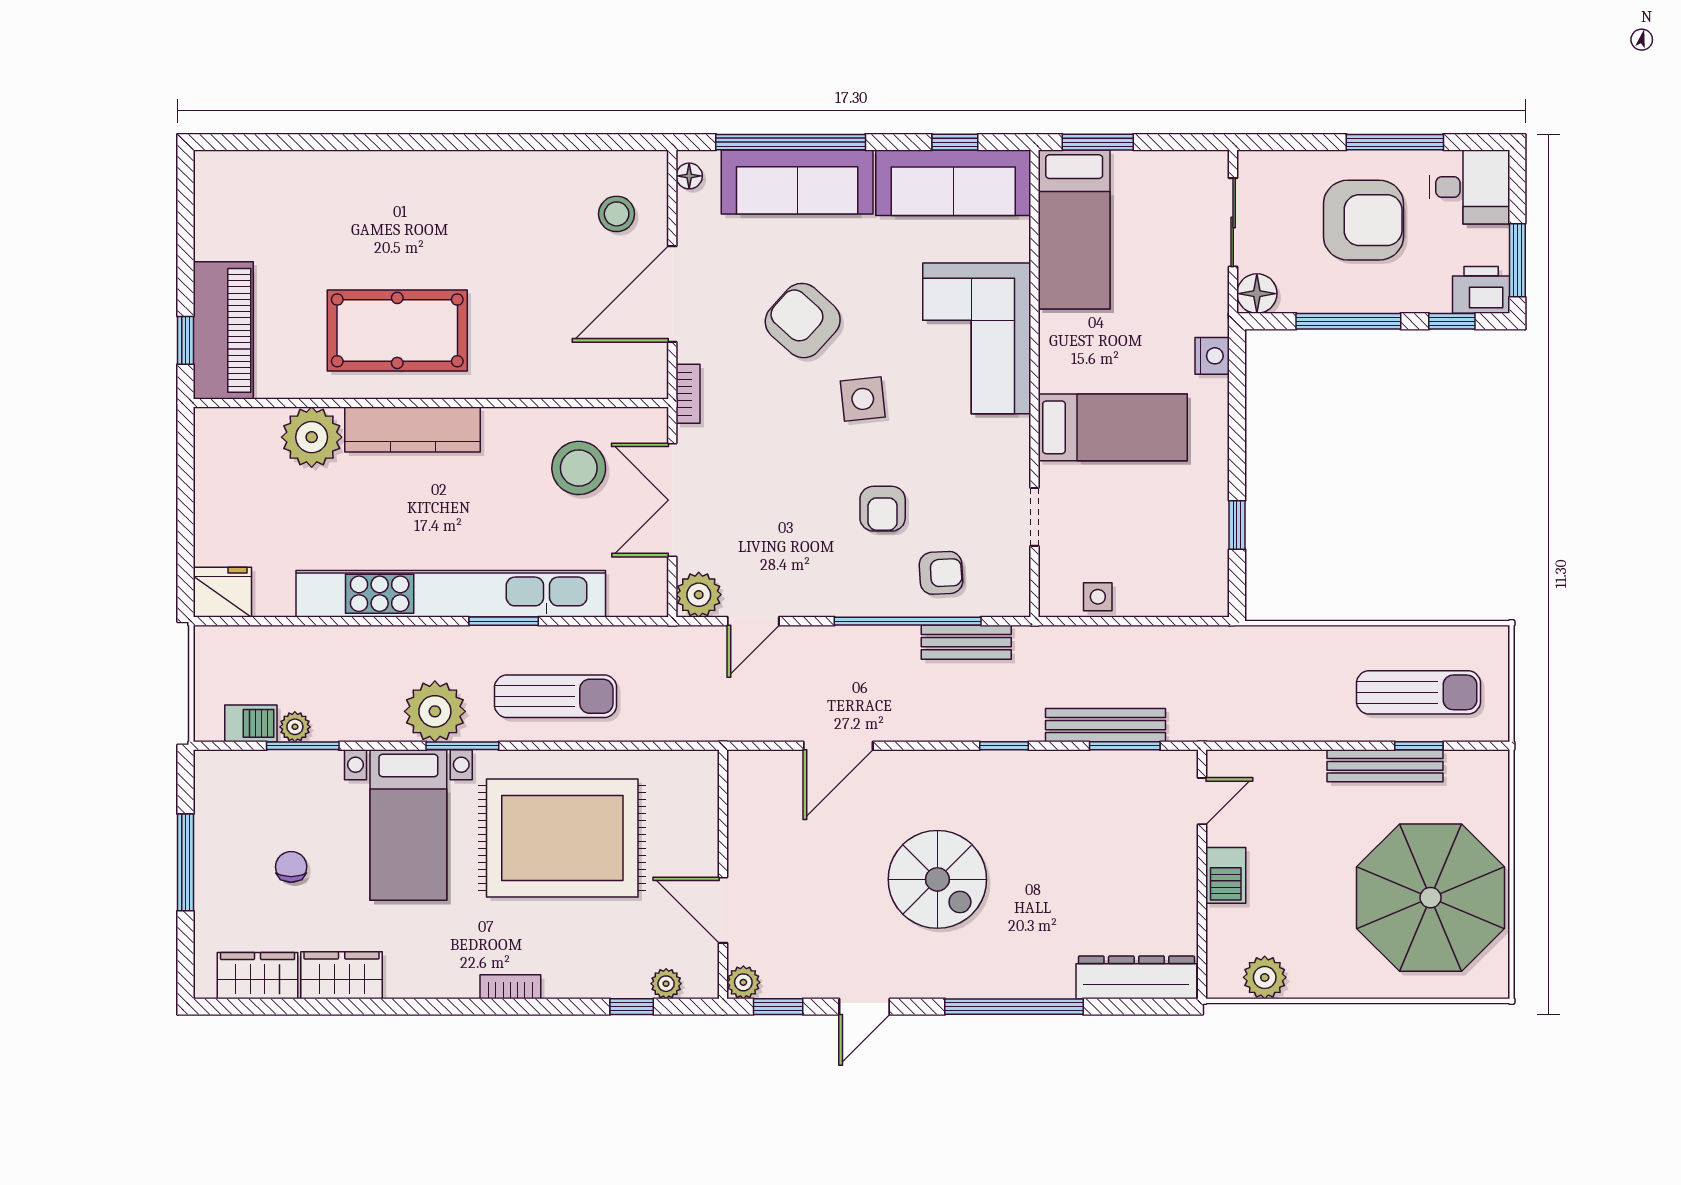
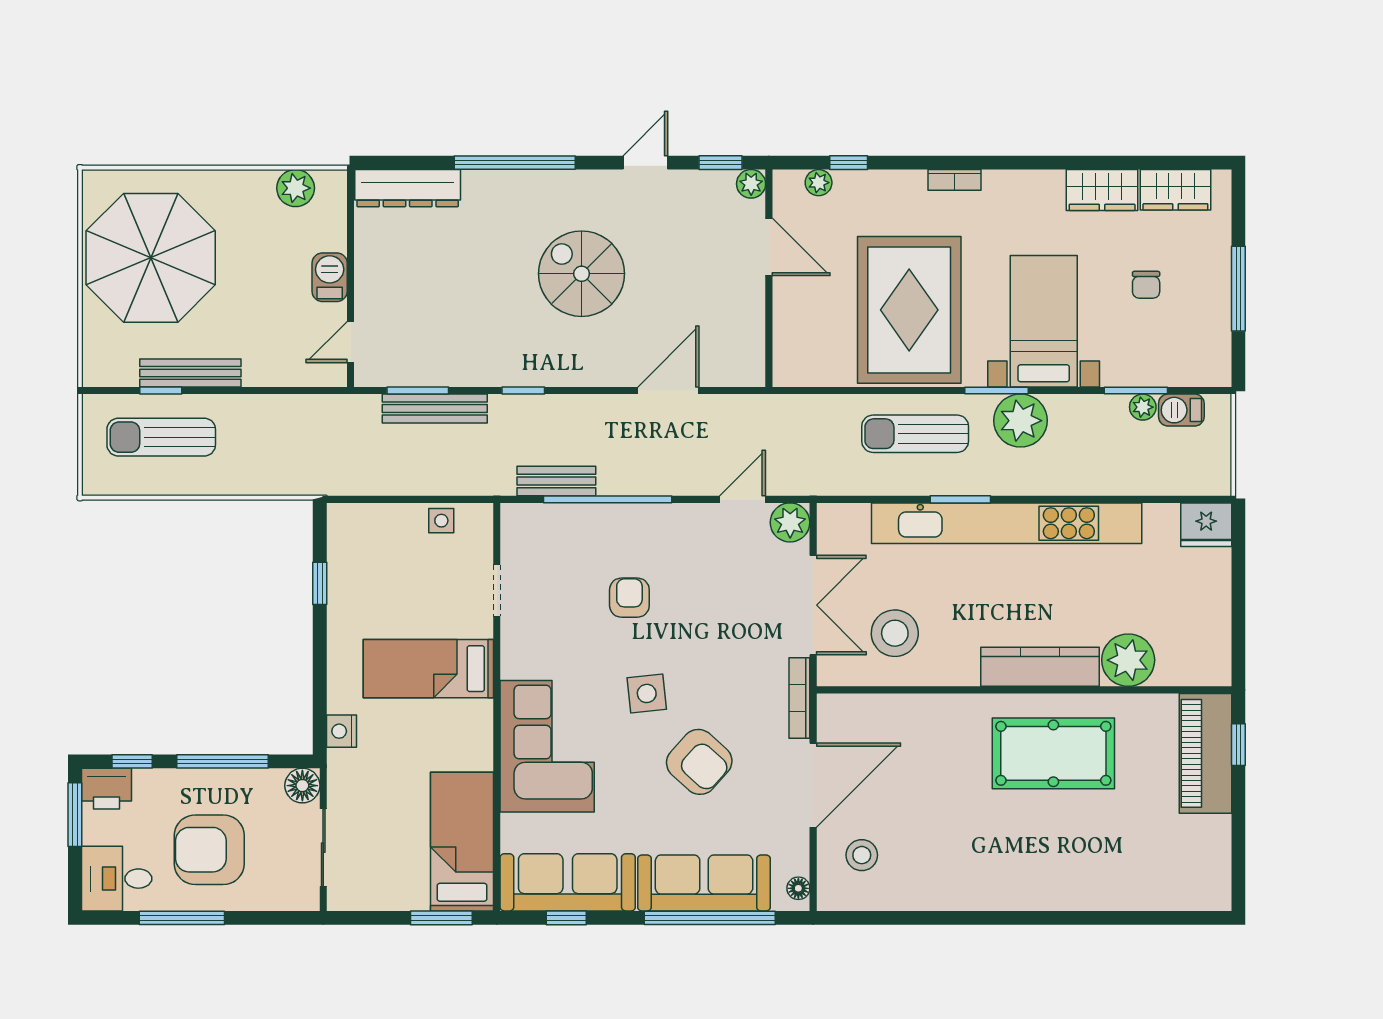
bookcase: (688, 394) -> (799, 698), width x1.56
armchair: (941, 573) -> (578, 541), removed
rug: (562, 838) -> (909, 310), turned 90

